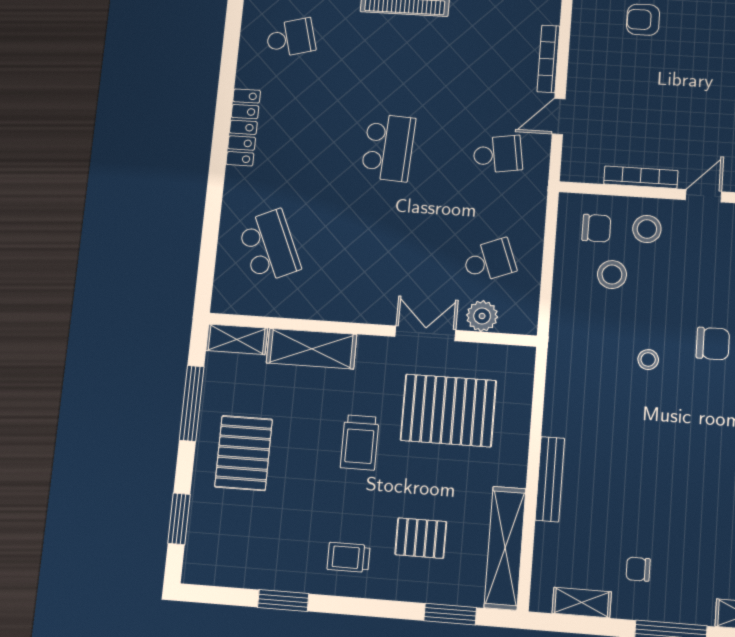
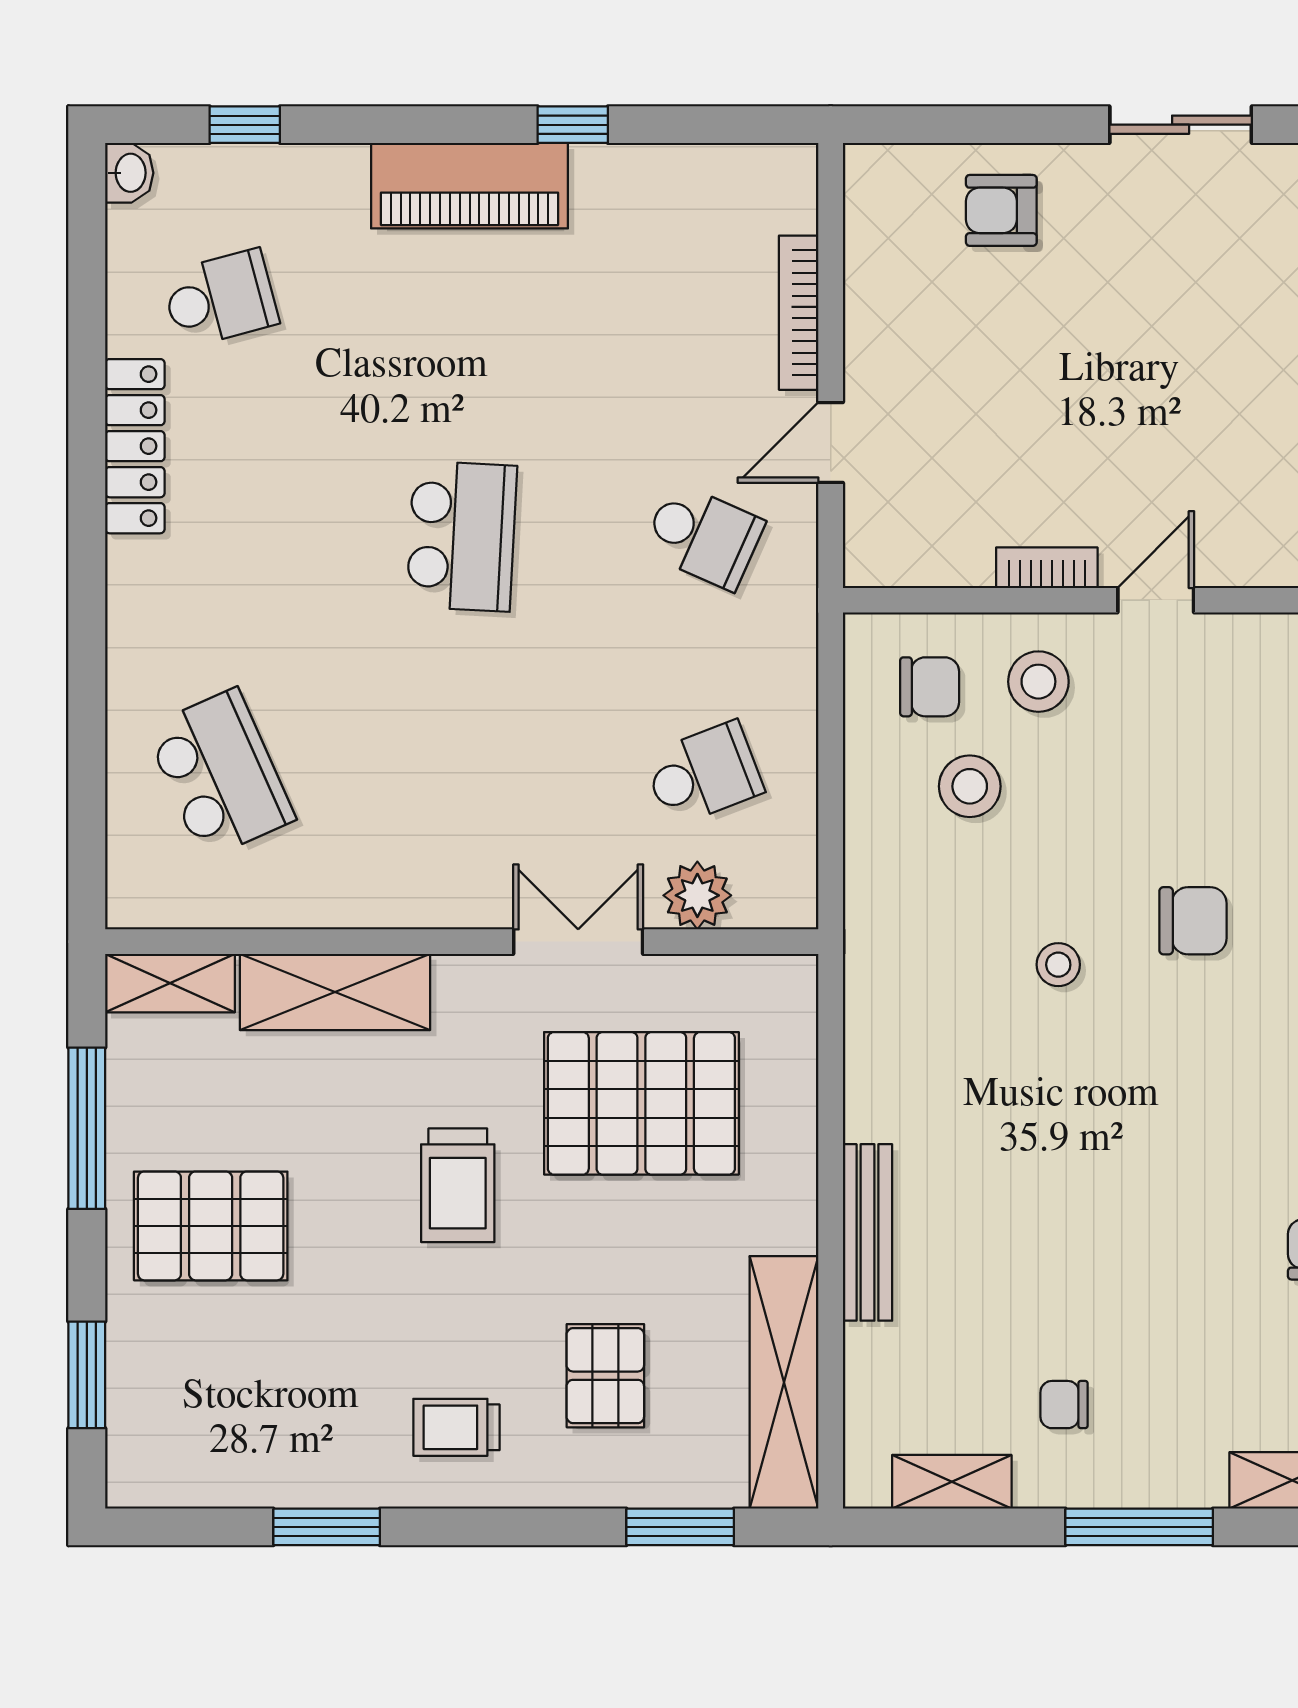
locker: (243, 127) -> (135, 446), moved
school desk: (498, 154) -> (703, 536), turned 33
bookcase: (641, 177) -> (1047, 568), width x0.64
pallet: (244, 453) -> (211, 1226), turned 90
pallet: (421, 538) -> (605, 1376), turned 90

